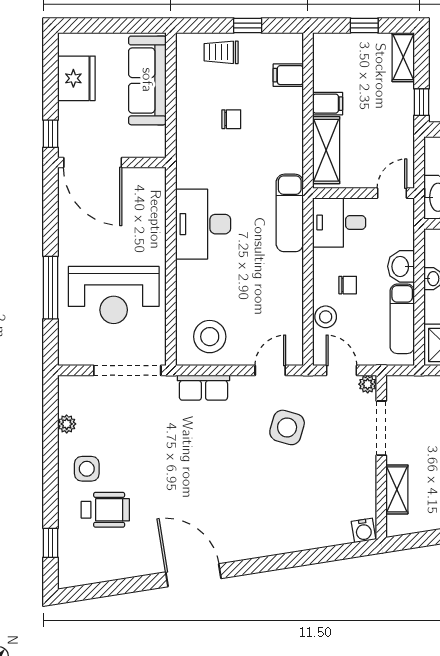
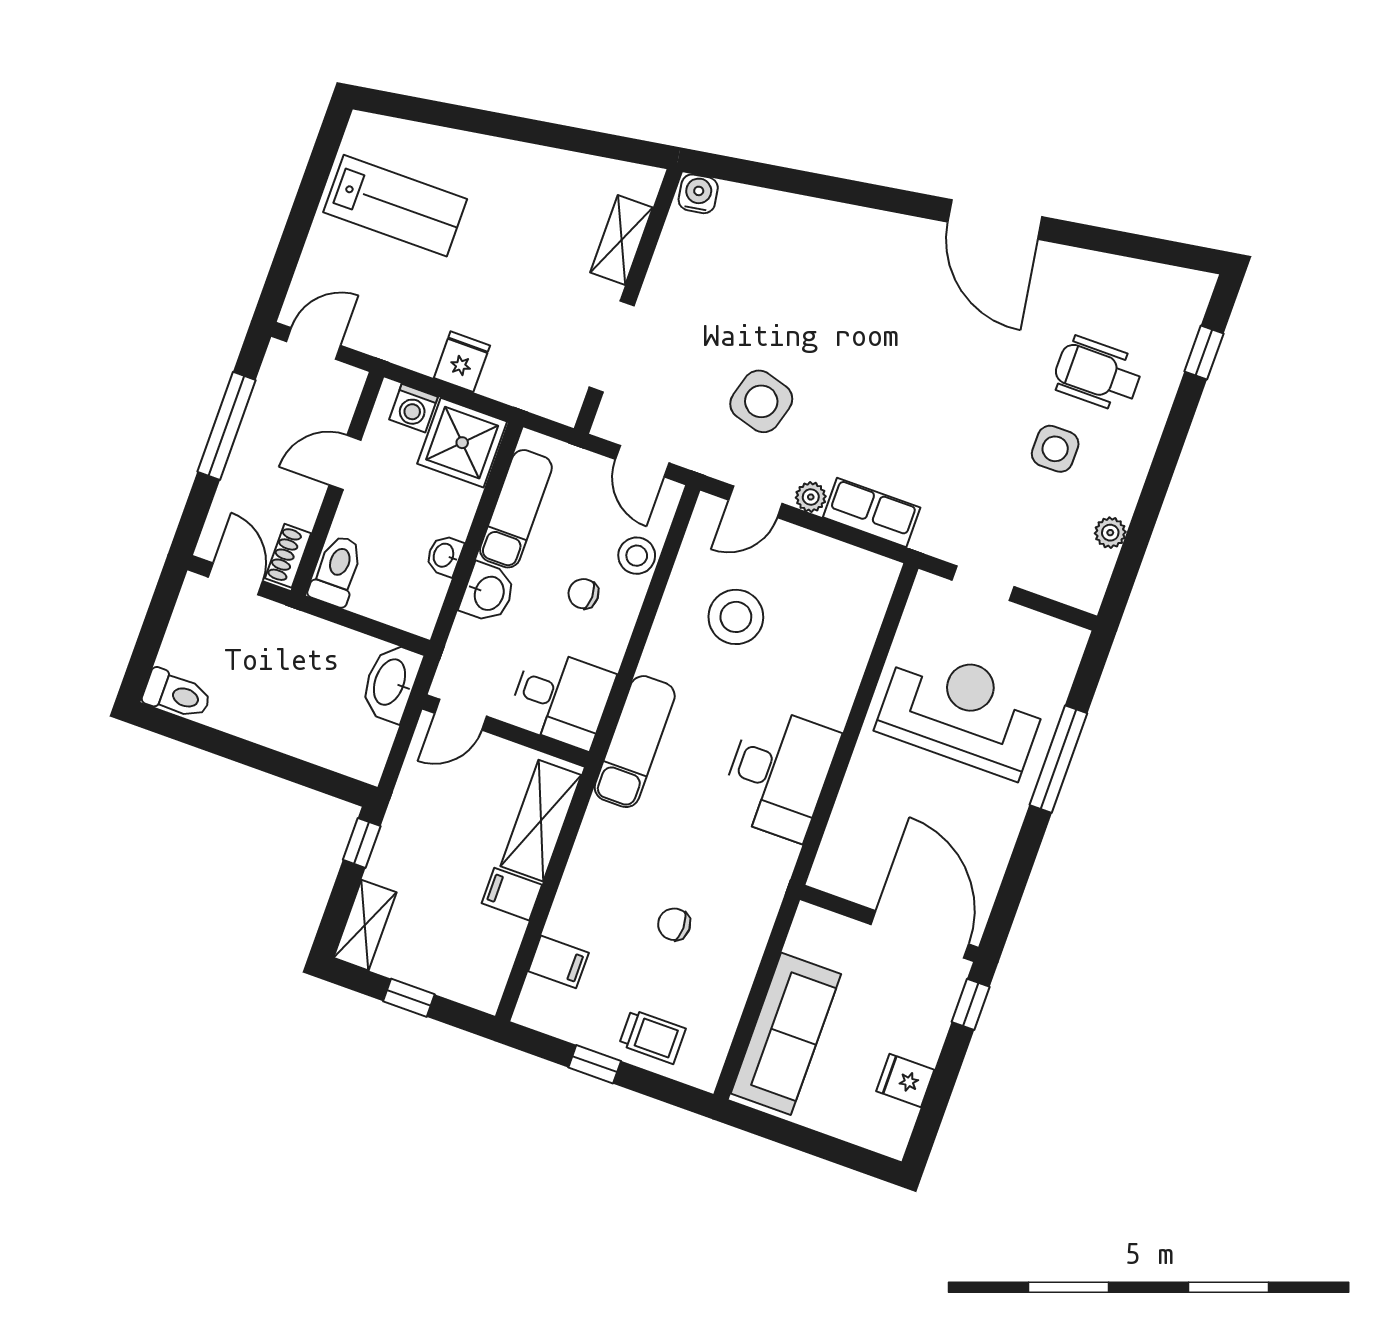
fridge: (76, 78) -> (905, 1081), width x0.53, depth x0.75
stool: (210, 337) -> (736, 617), moved
doorway: (127, 370) -> (983, 583), width x0.53
plant: (368, 384) -> (811, 497), moved
side table: (87, 469) -> (1055, 449), moved

